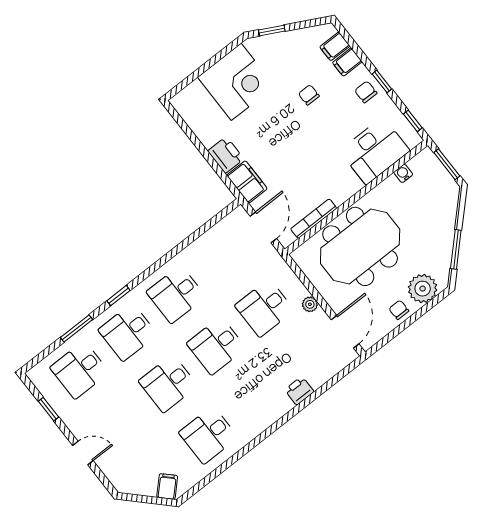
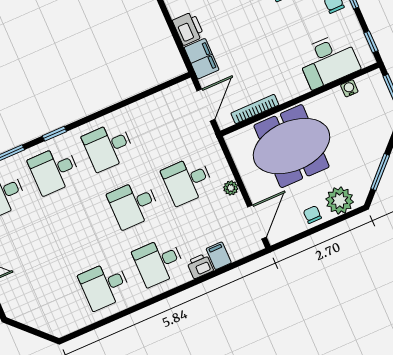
desk: (168, 384) -> (159, 262), moved
filing cabinet: (167, 486) -> (219, 256), moved, turned -45

